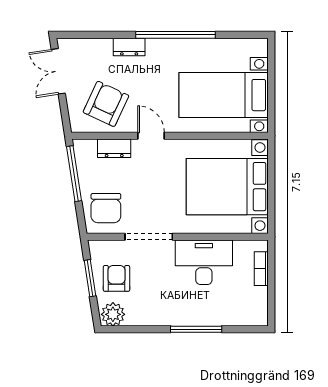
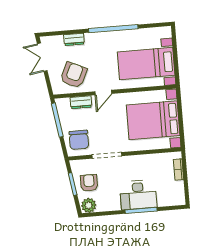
dresser: (129, 47) -> (74, 39), moved
door: (151, 136) -> (103, 93), swing flipped
desk: (204, 262) -> (138, 195), moved, turned 180

